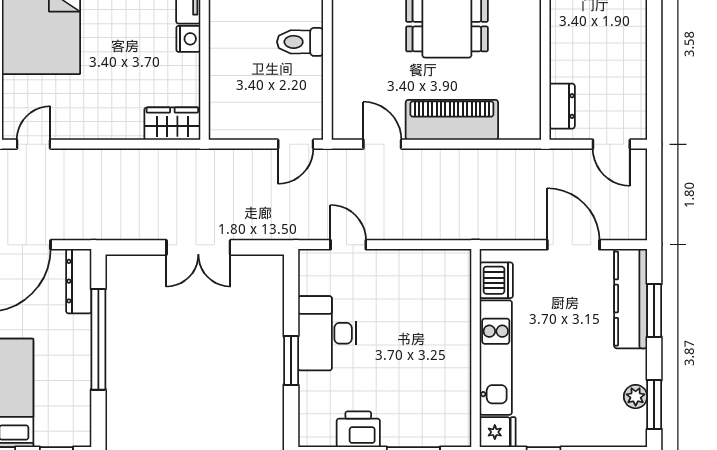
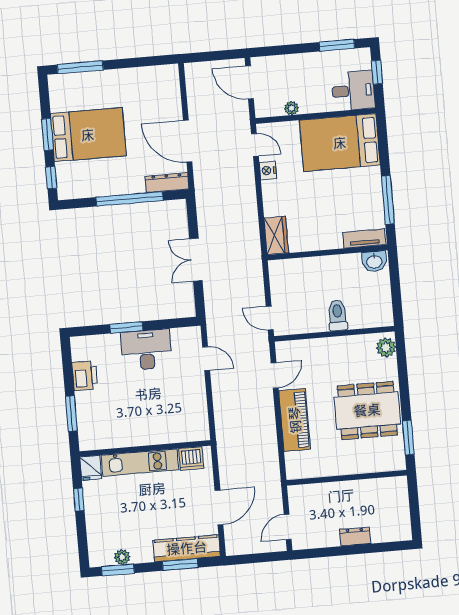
nightstand: (188, 39) -> (268, 171), moved, turned 90
dresser: (562, 106) -> (355, 537), moved, turned 180
door: (348, 245) -> (206, 359), hinge flipped

